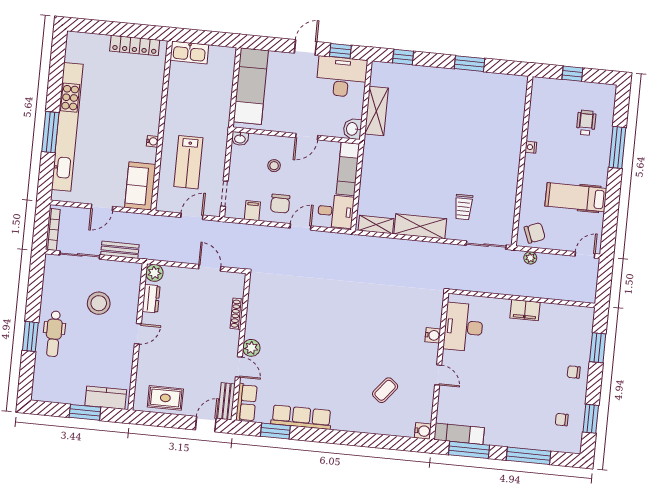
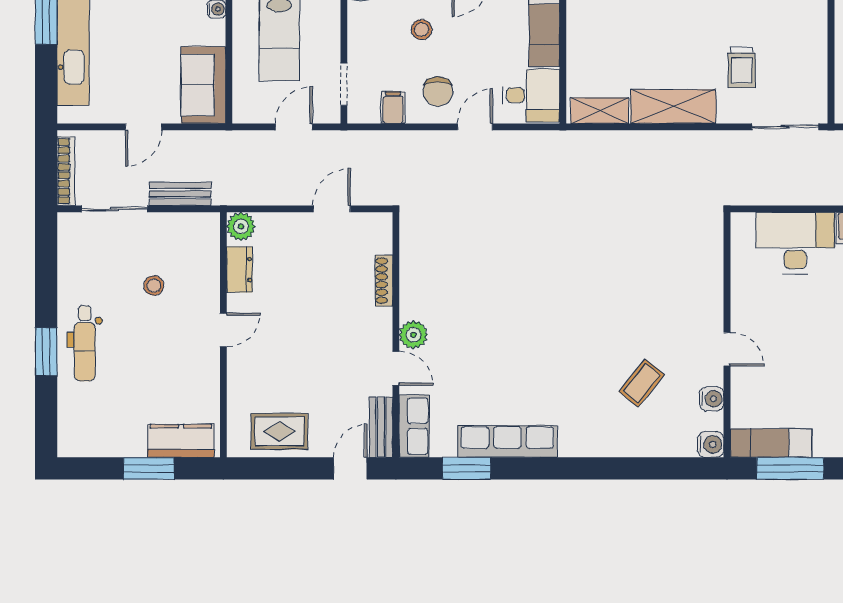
door: (210, 268) -> (332, 209), hinge flipped
stool: (99, 303) -> (154, 286), width x0.53, depth x0.53
desk: (463, 327) -> (795, 243), moved, turned 90
water cooler: (433, 335) -> (712, 399), moved

